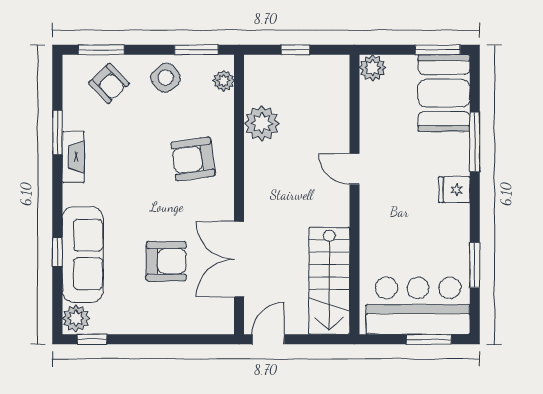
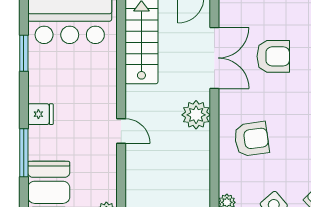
plant: (262, 123) -> (196, 115), moved
armchair: (166, 261) -> (273, 56), turned 180

